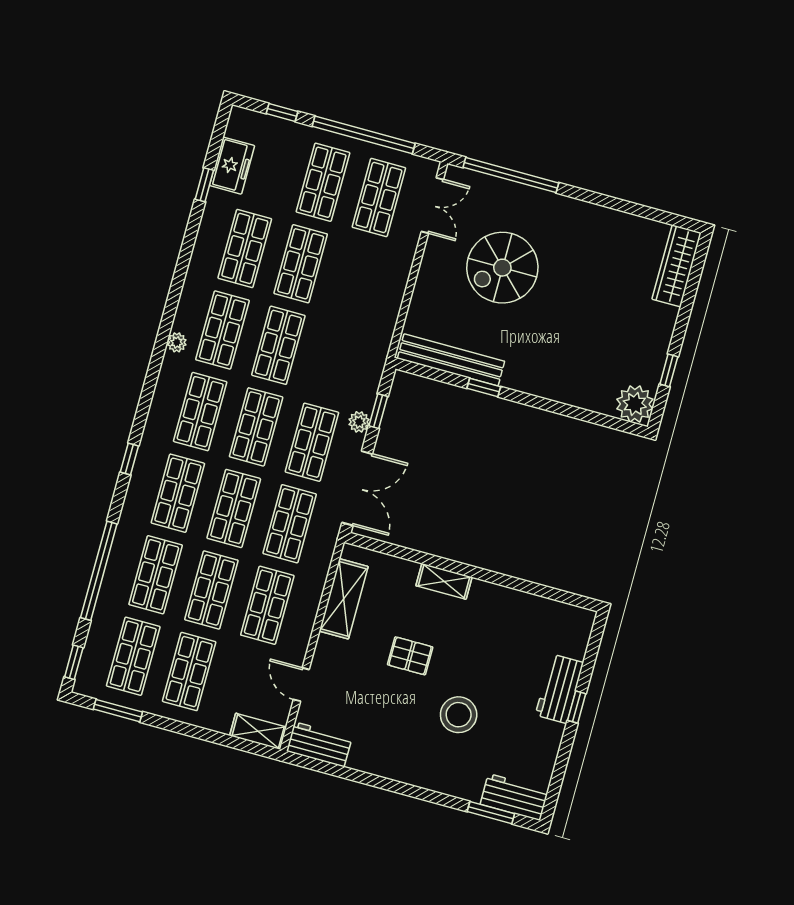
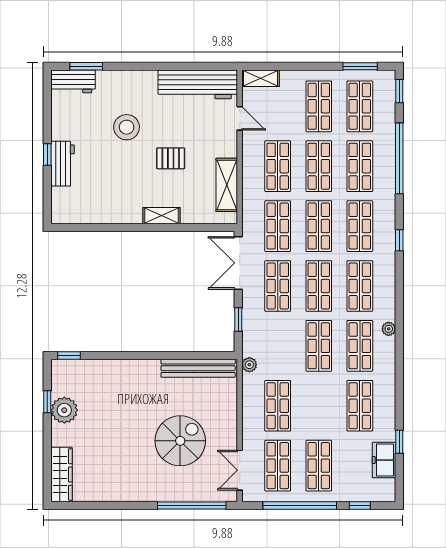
shop shelf: (301, 264) -> (278, 406), moved
window: (484, 388) -> (69, 355), moved
plant: (635, 404) -> (64, 410), moved
plant: (359, 422) -> (249, 365), moved
workbench: (319, 744) -> (198, 84), width x1.87, depth x1.32

